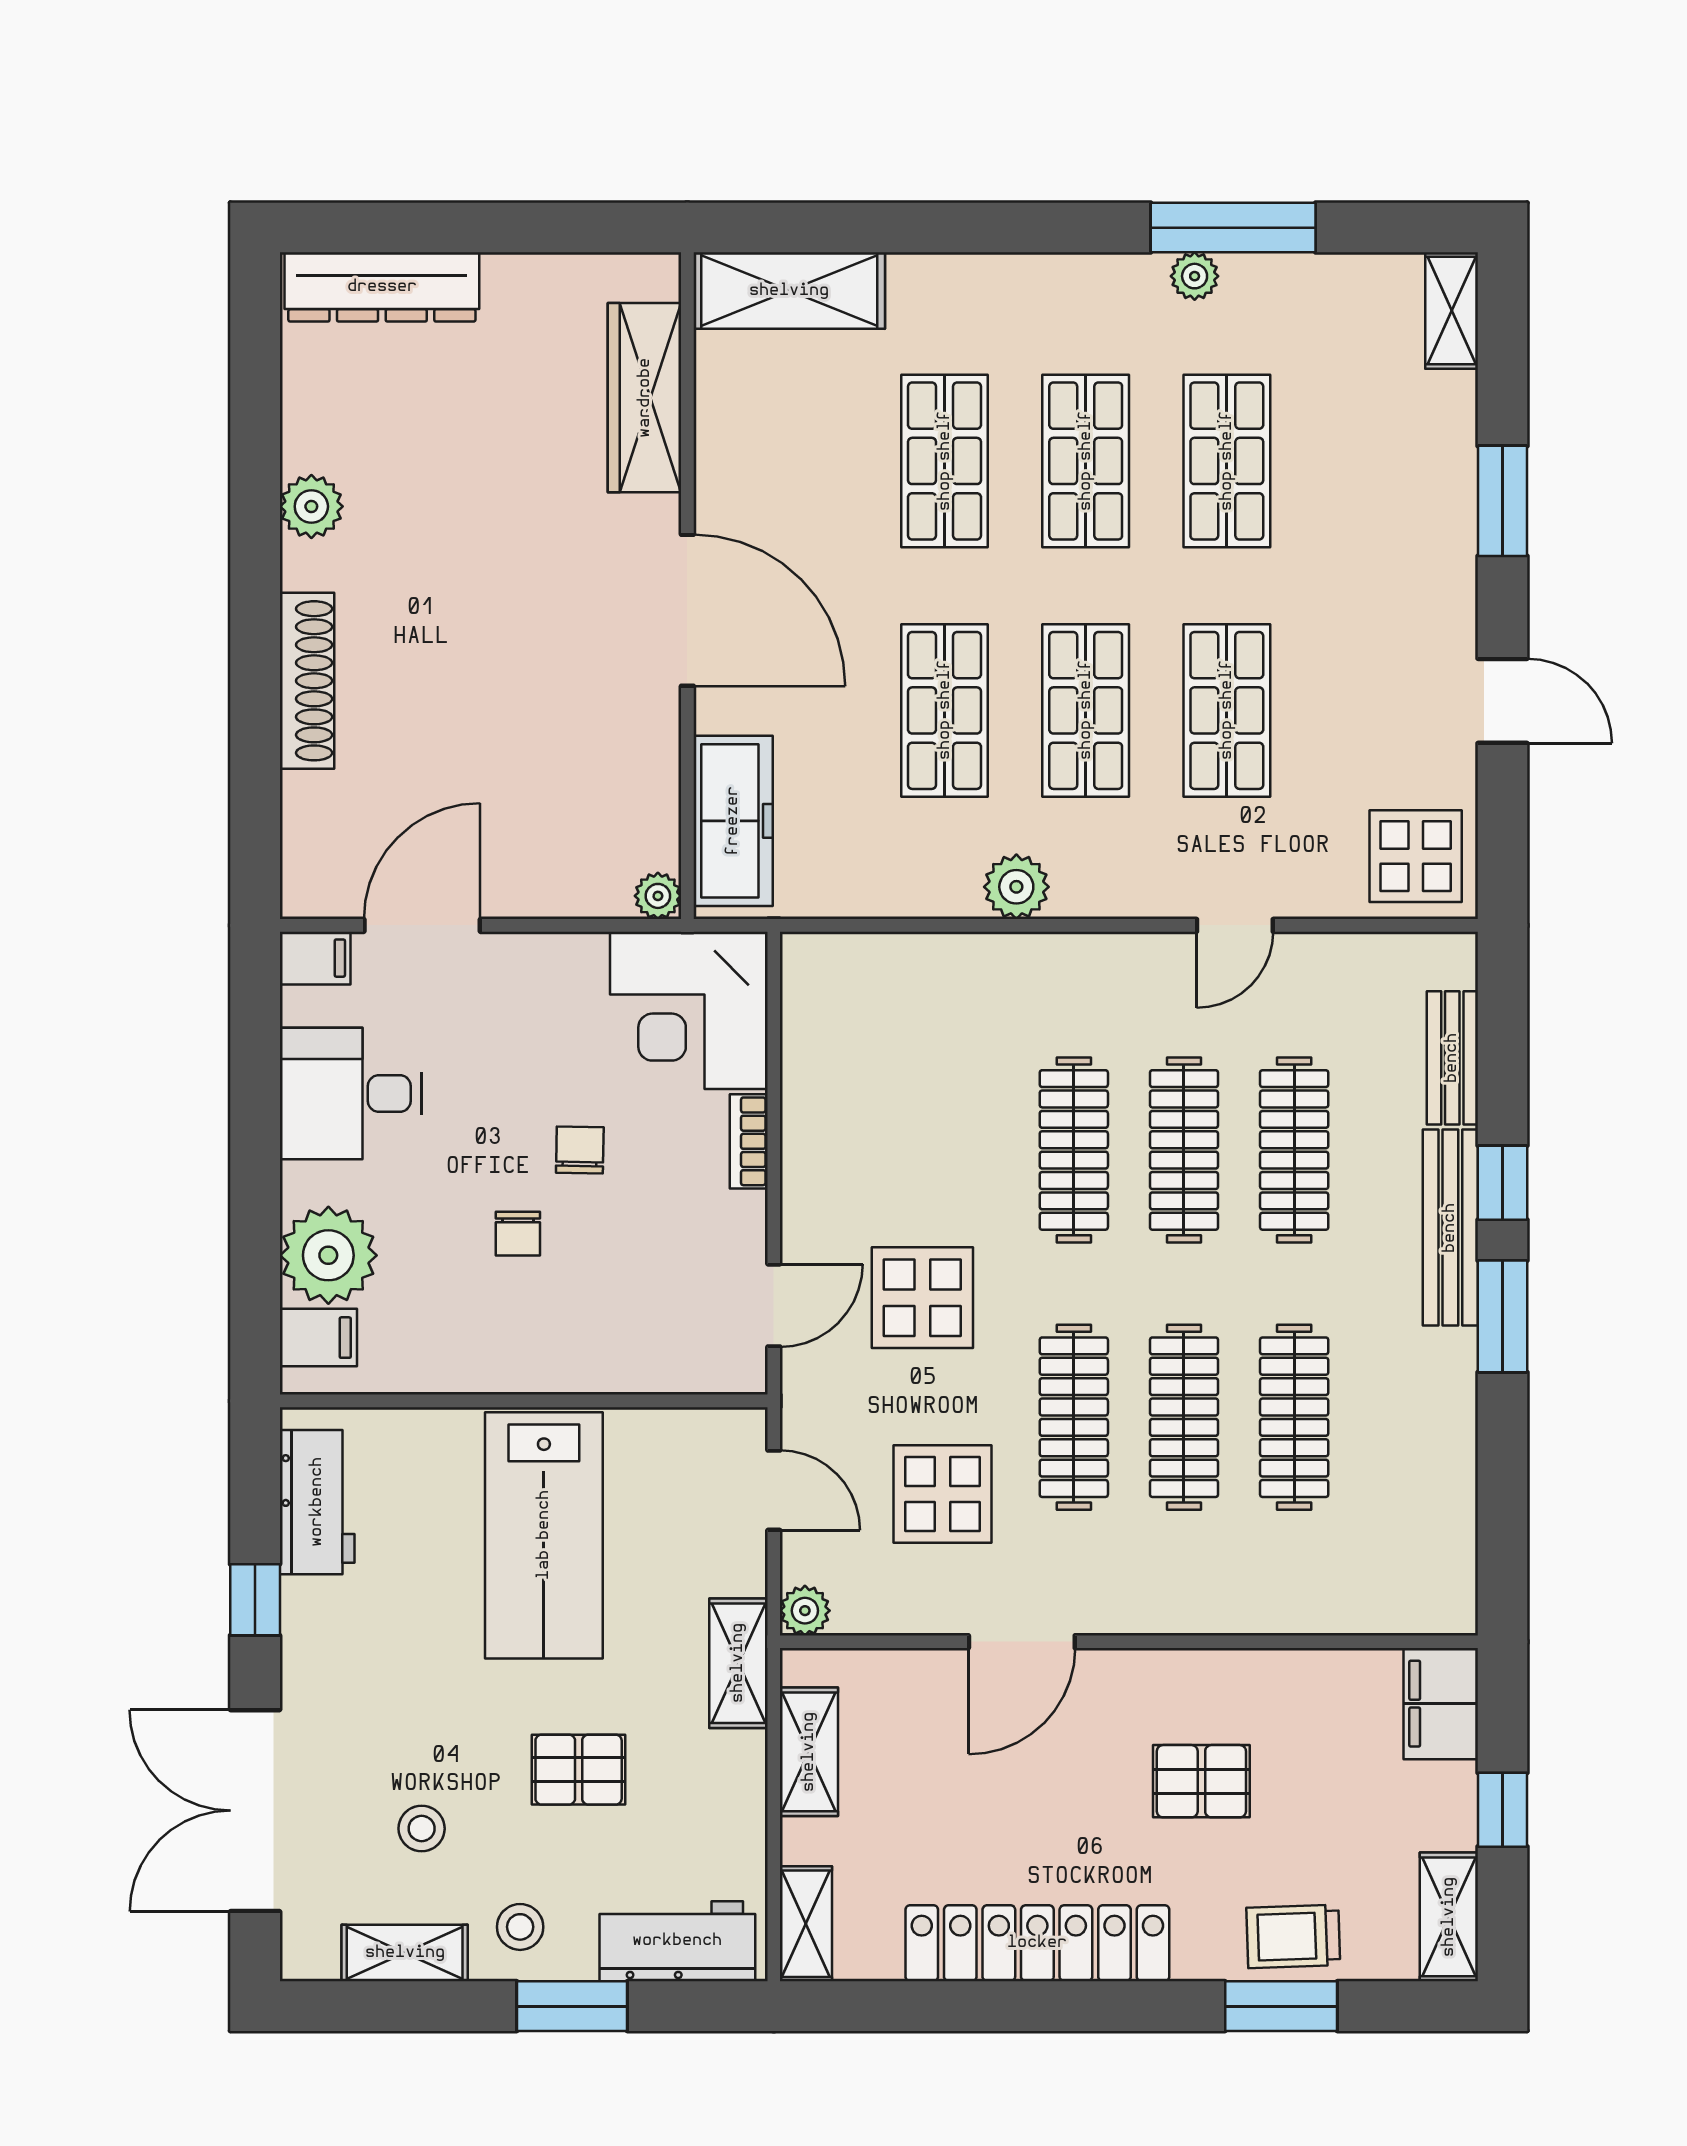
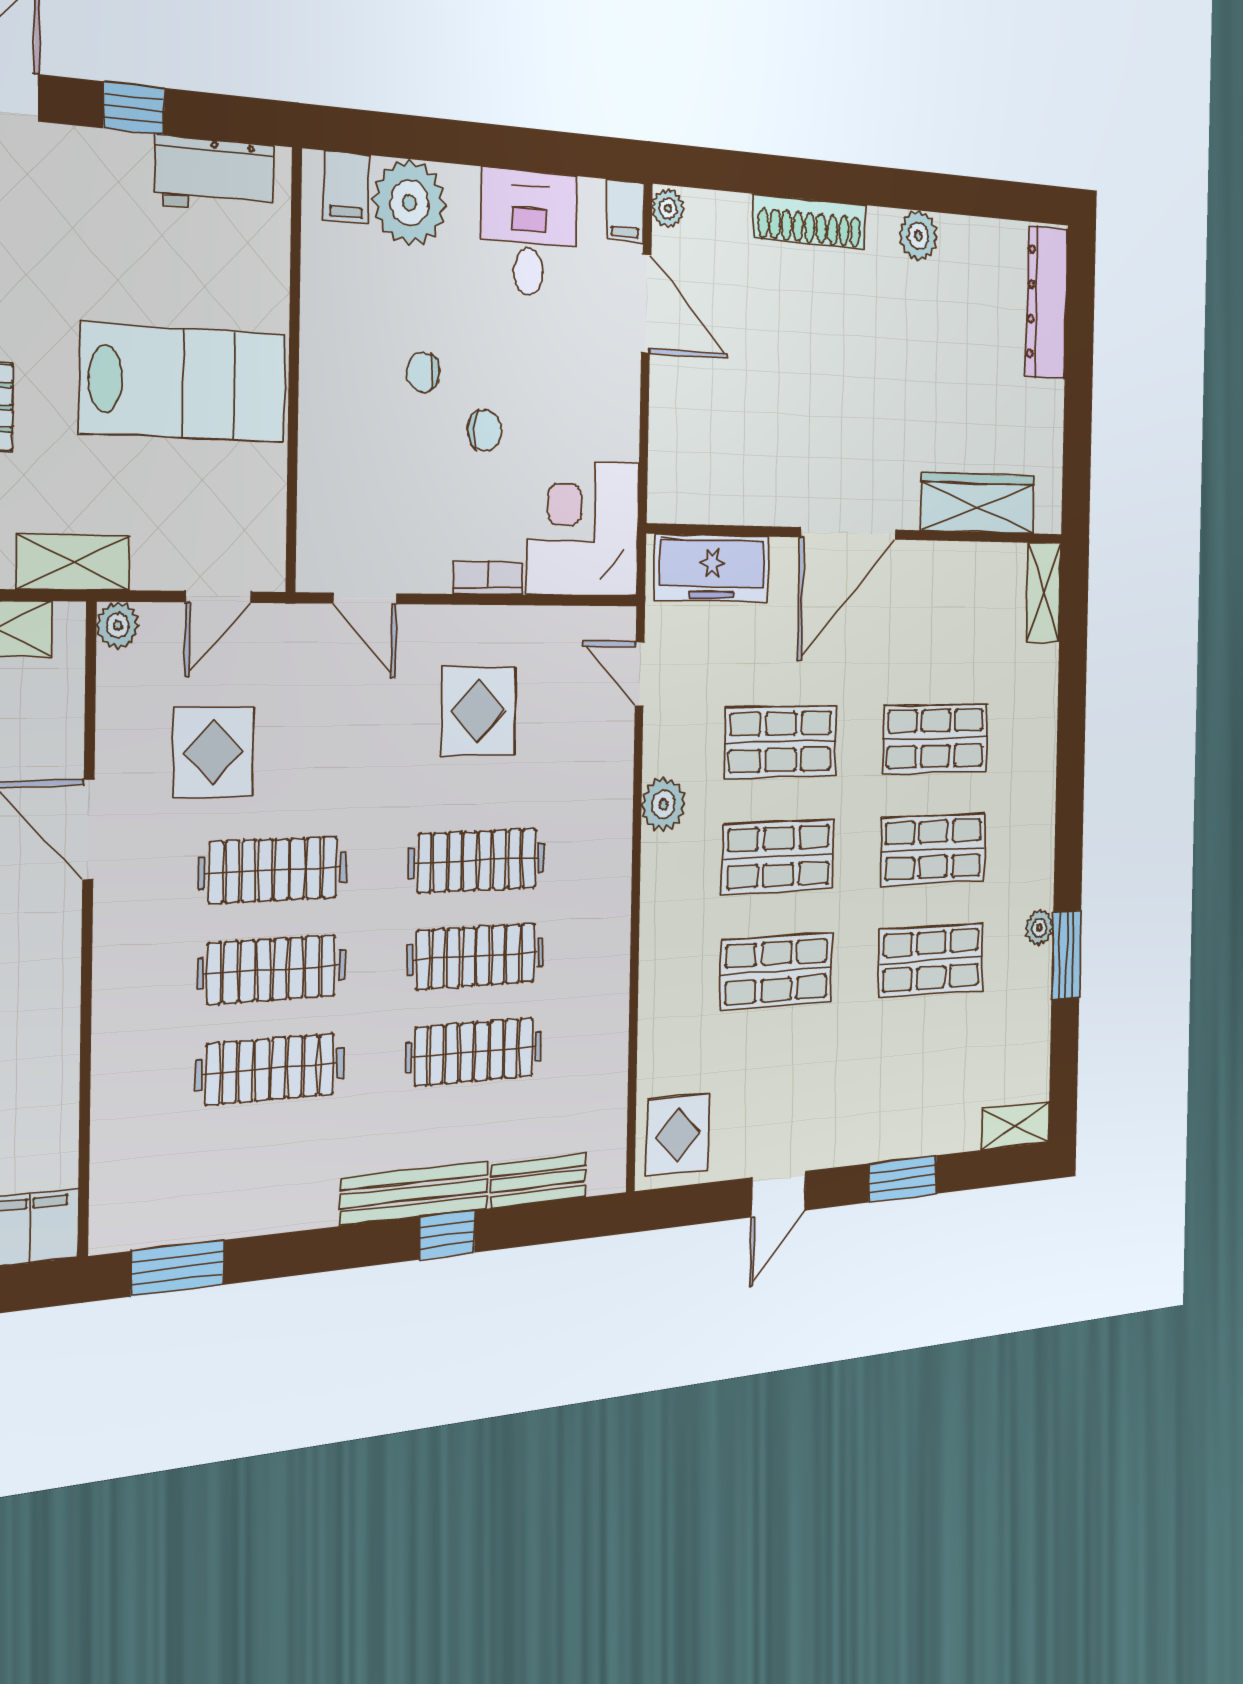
window: (1233, 228) -> (1066, 955), width x0.69
shelving: (789, 291) -> (1044, 592), width x0.67, depth x0.75
plant: (658, 896) -> (668, 208), moved
door: (1235, 925) -> (640, 674), moved
display table: (922, 1298) -> (478, 711), moved
window: (1503, 1316) -> (178, 1268), moved
lab bench: (544, 1535) -> (184, 383), turned 180

